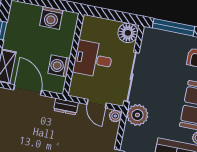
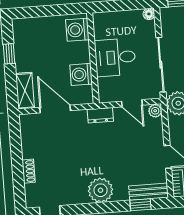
washing machine: (51, 18) -> (77, 30), moved, turned 90
floor lamp: (128, 33) -> (149, 14), width x0.53, depth x0.53

